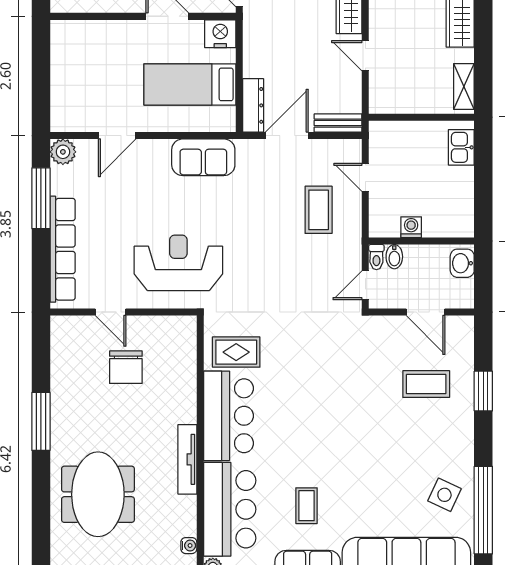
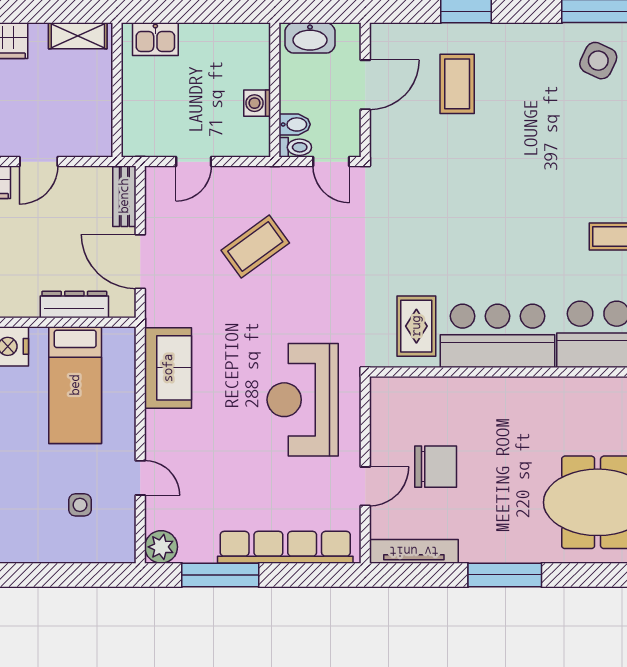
side table: (96, 88) -> (80, 505), added
dresser: (253, 105) -> (74, 305), moved
door: (117, 136) -> (140, 478), width x0.73
coffee table: (319, 210) -> (255, 247), moved, turned -36
washbasin: (462, 263) -> (310, 38), width x1.38
tv unit: (187, 459) -> (414, 551), moved, turned 180

